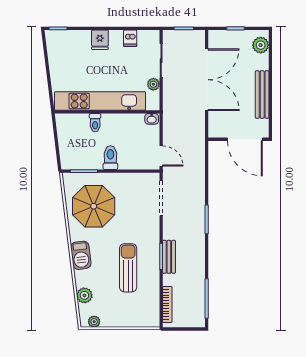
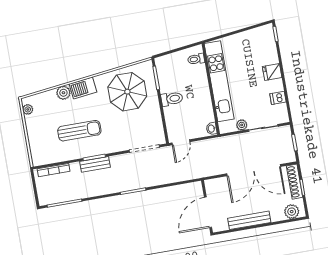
shoe rack: (228, 36) -> (295, 182), added
toilet: (95, 123) -> (196, 59), moved
plant: (84, 295) -> (63, 93), moved

